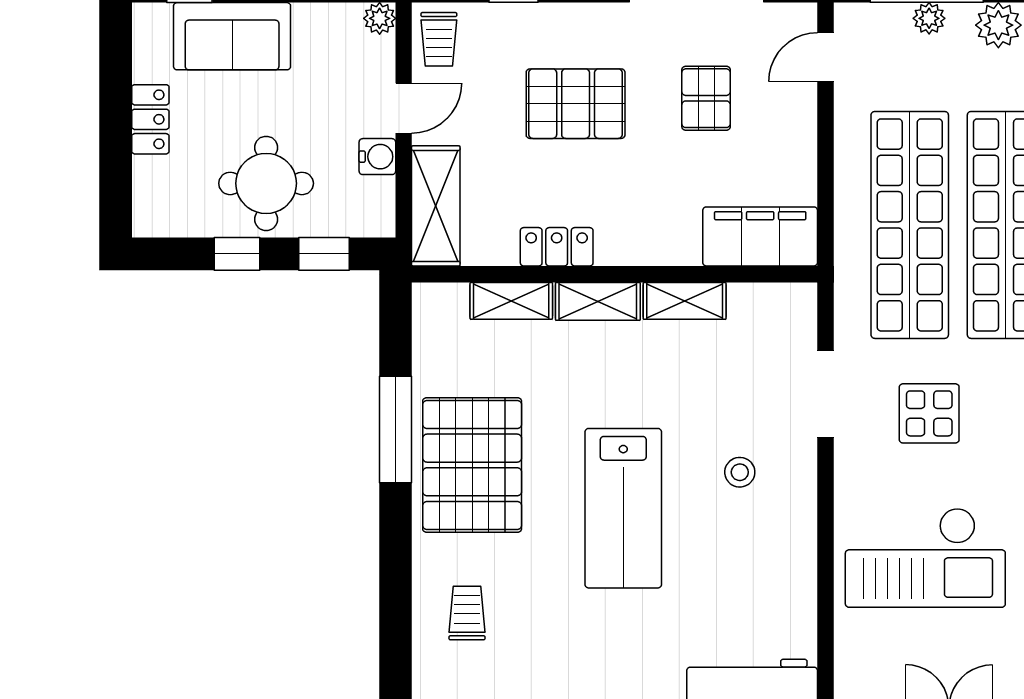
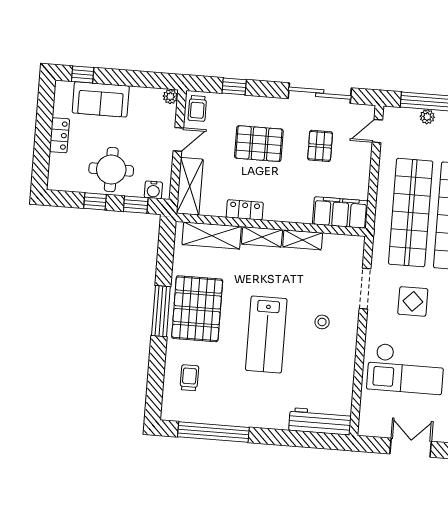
water cooler: (377, 157) -> (153, 190), moved, turned 90
shelving: (511, 301) -> (212, 236), width x1.50, depth x1.33
window: (396, 430) -> (161, 311), moved

